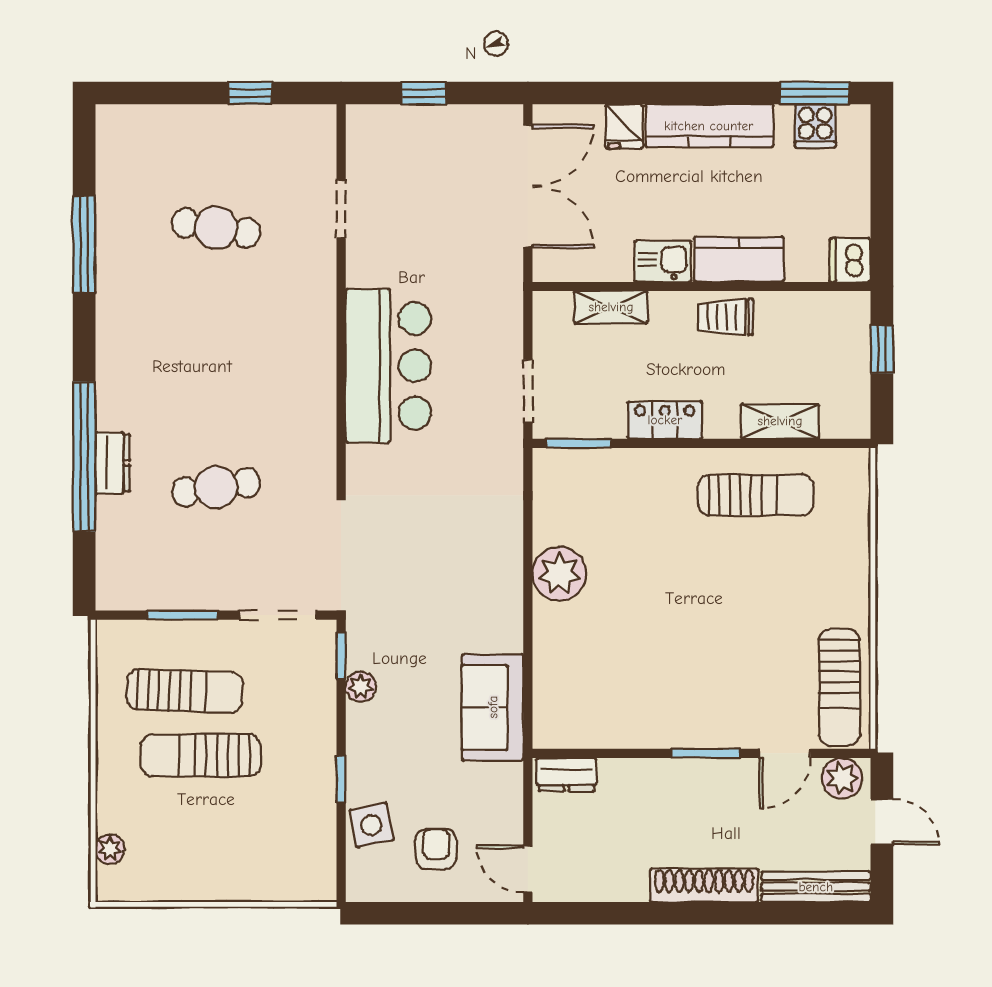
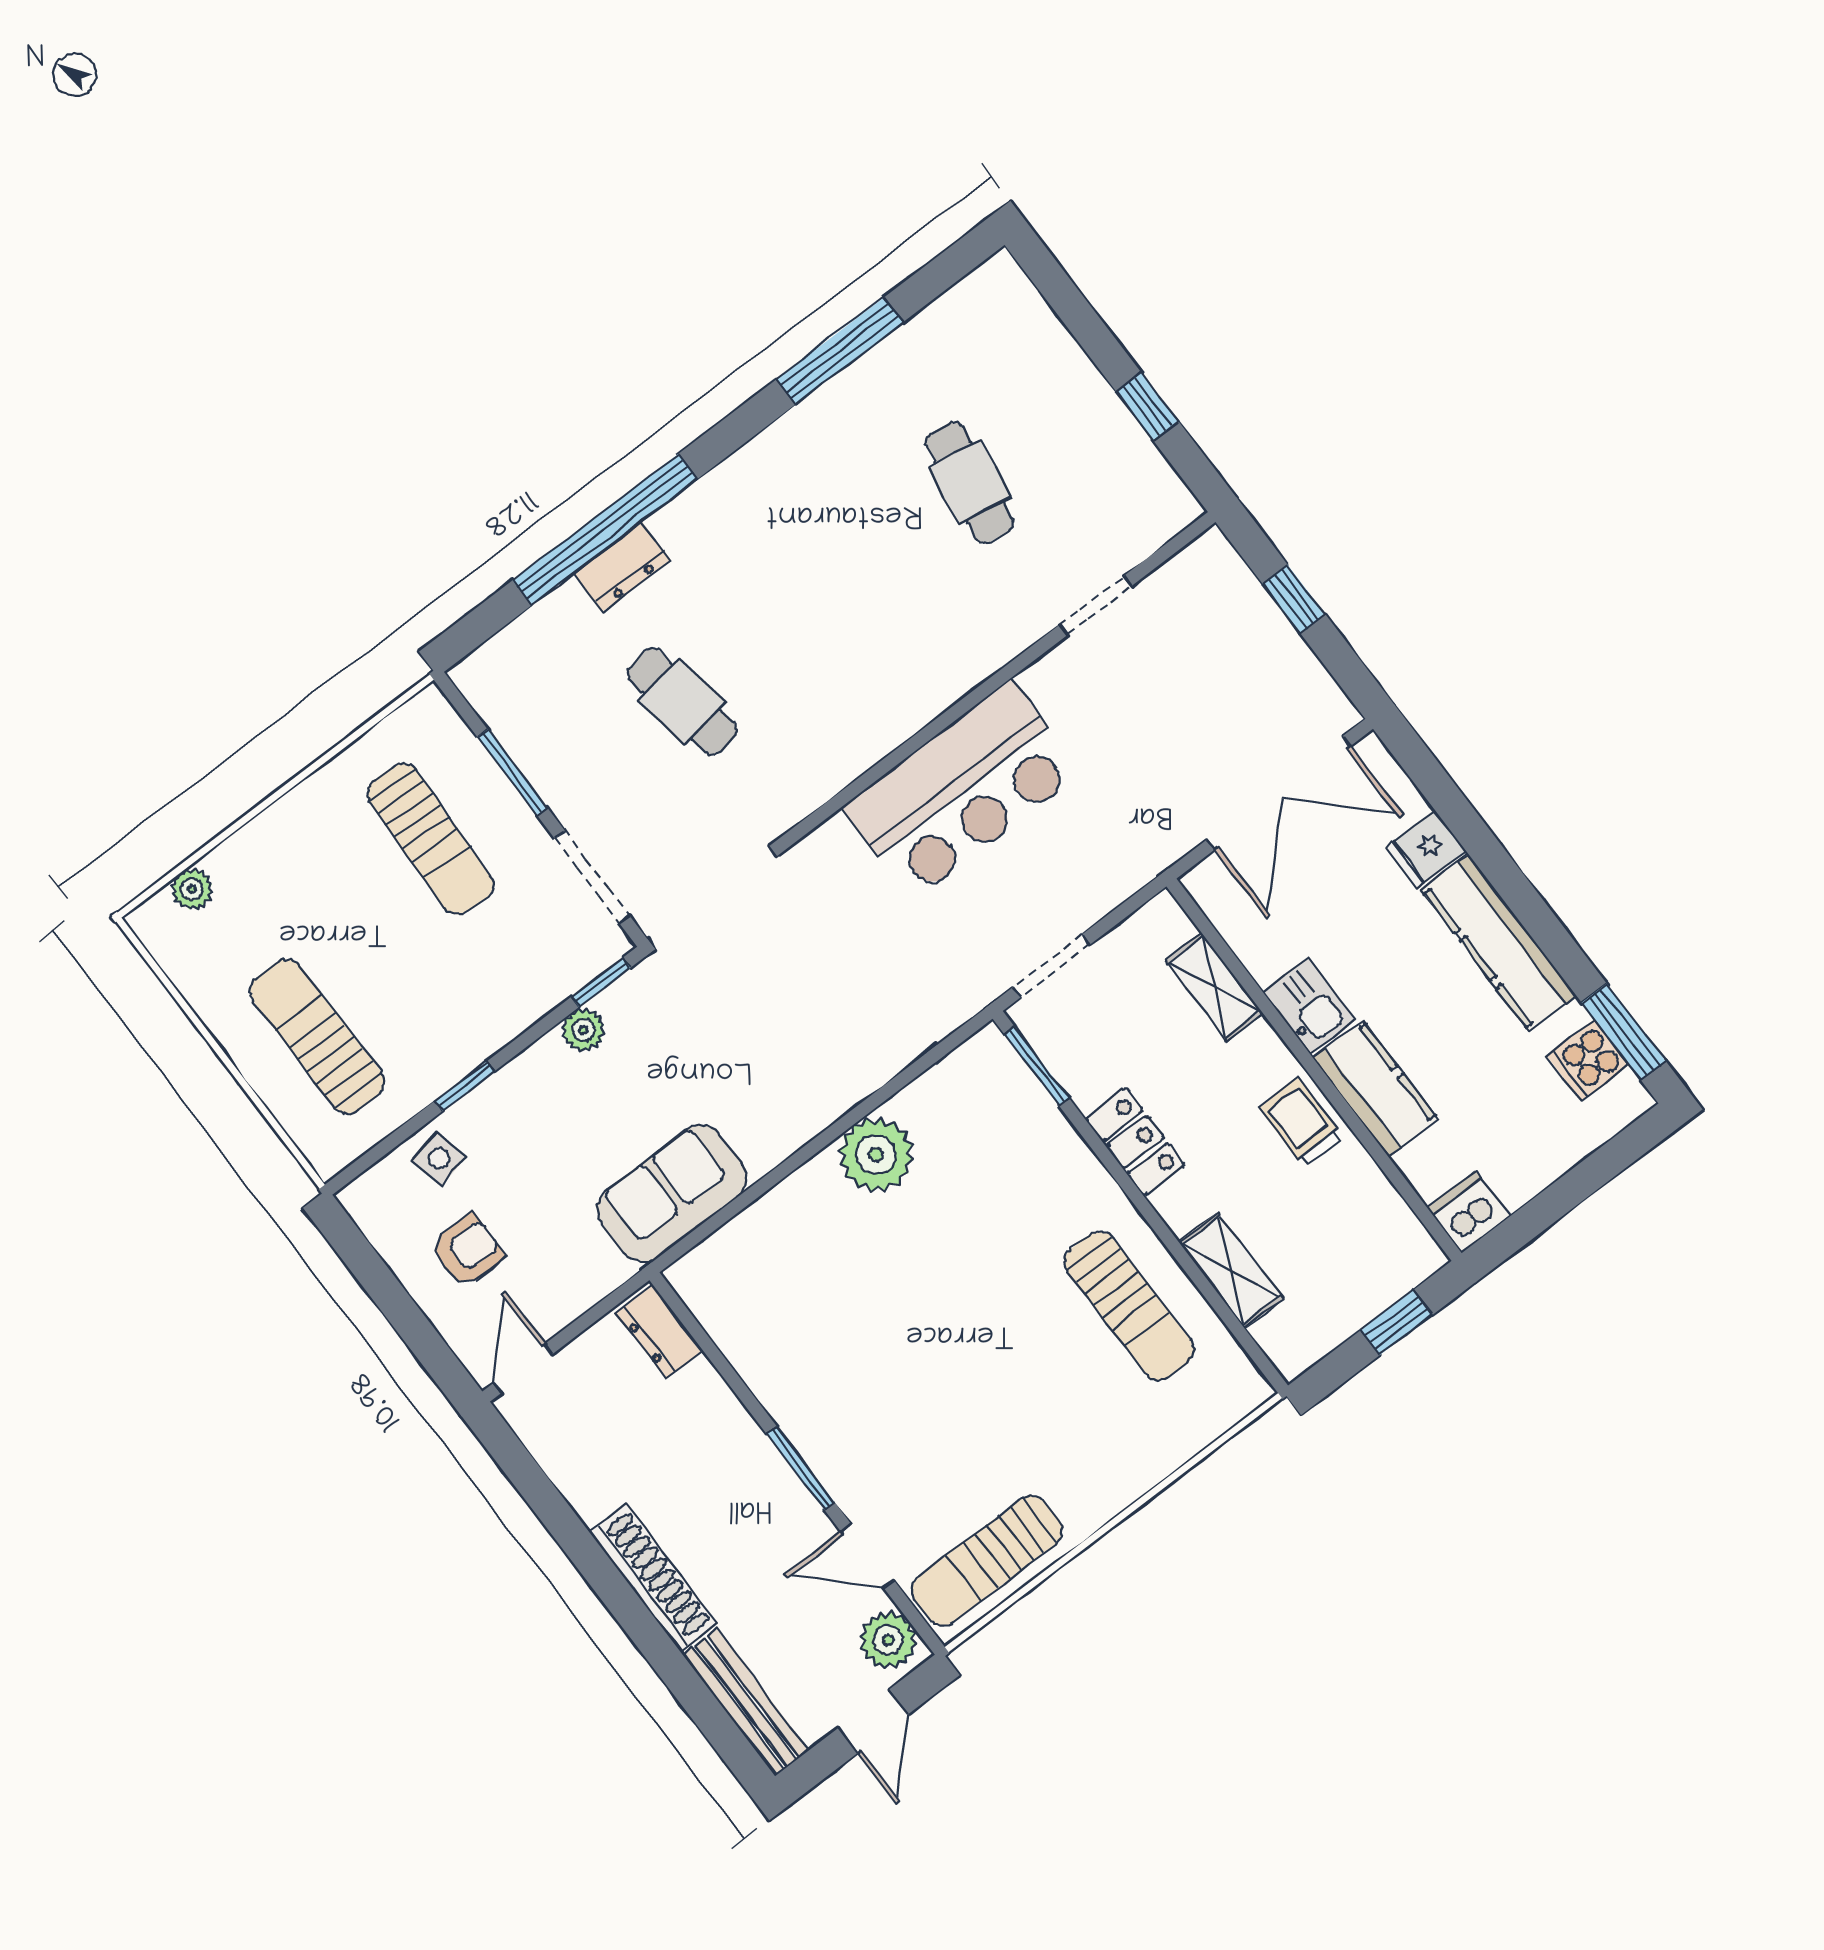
sun lounger: (201, 755) -> (317, 1036), moved
side table: (371, 825) -> (439, 1159), width x0.73, depth x0.73

